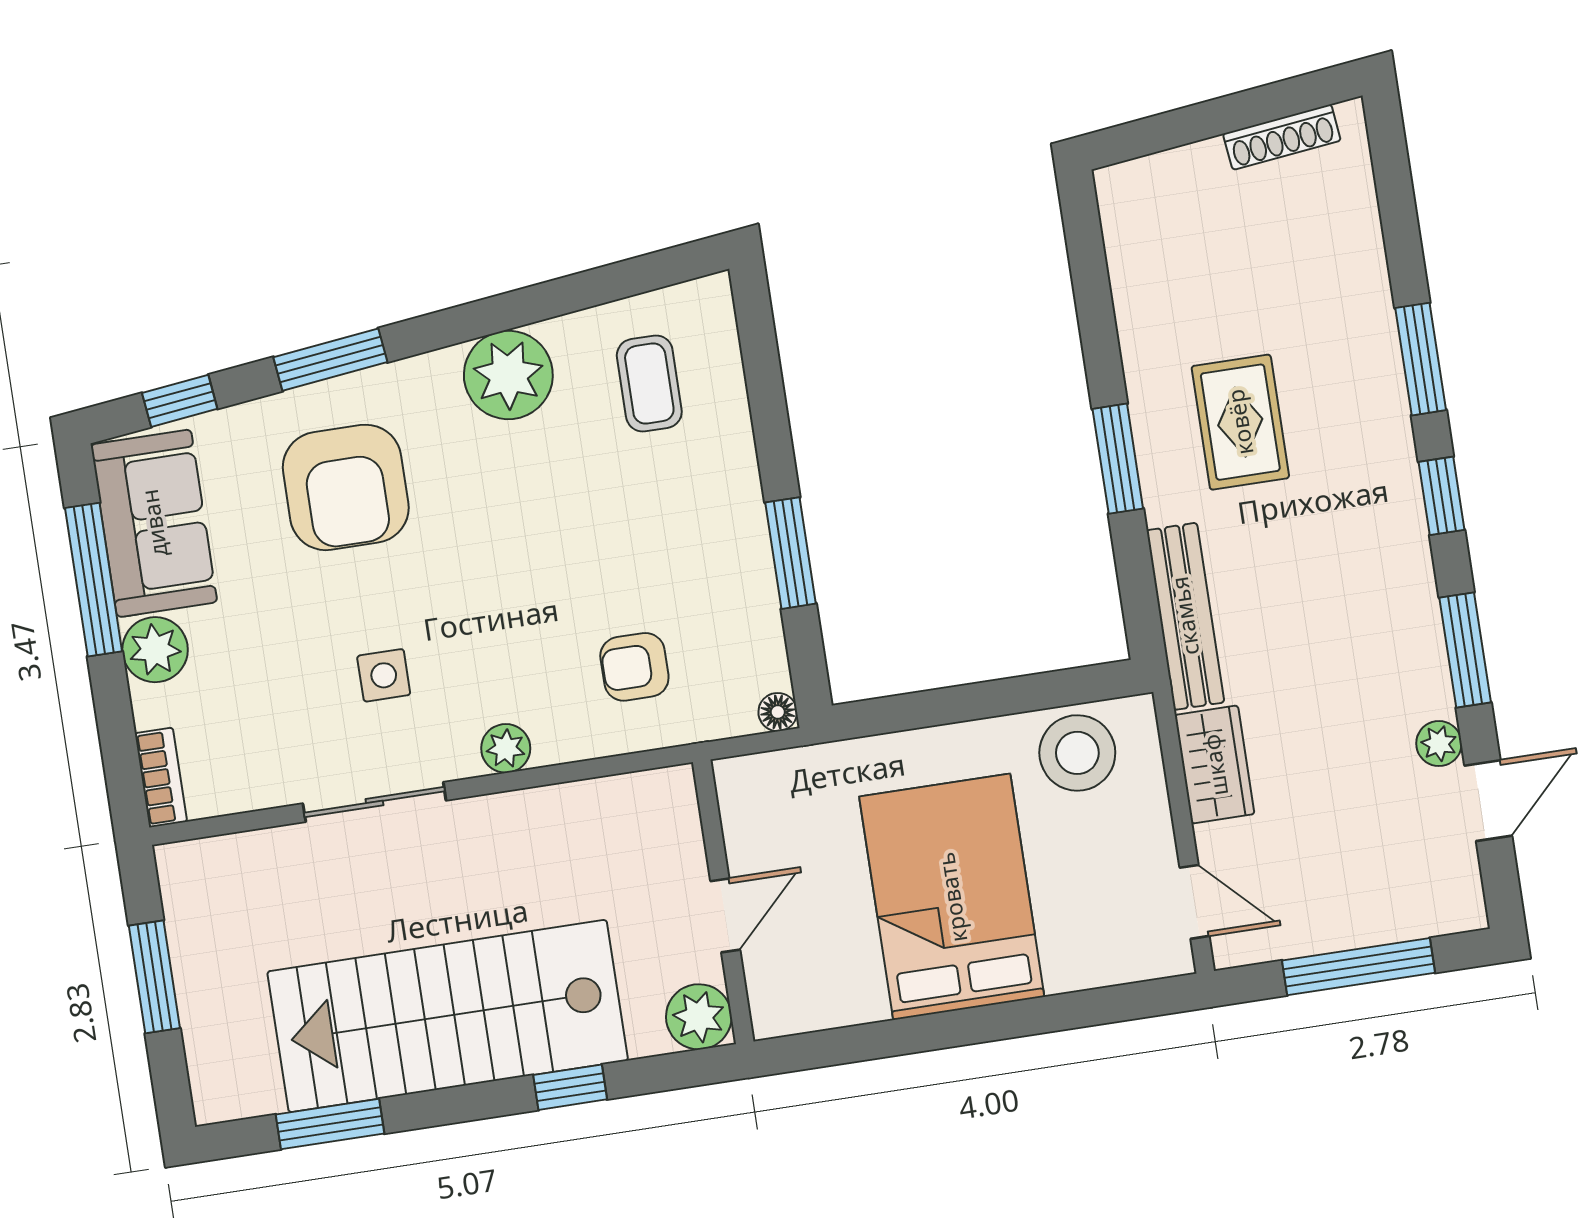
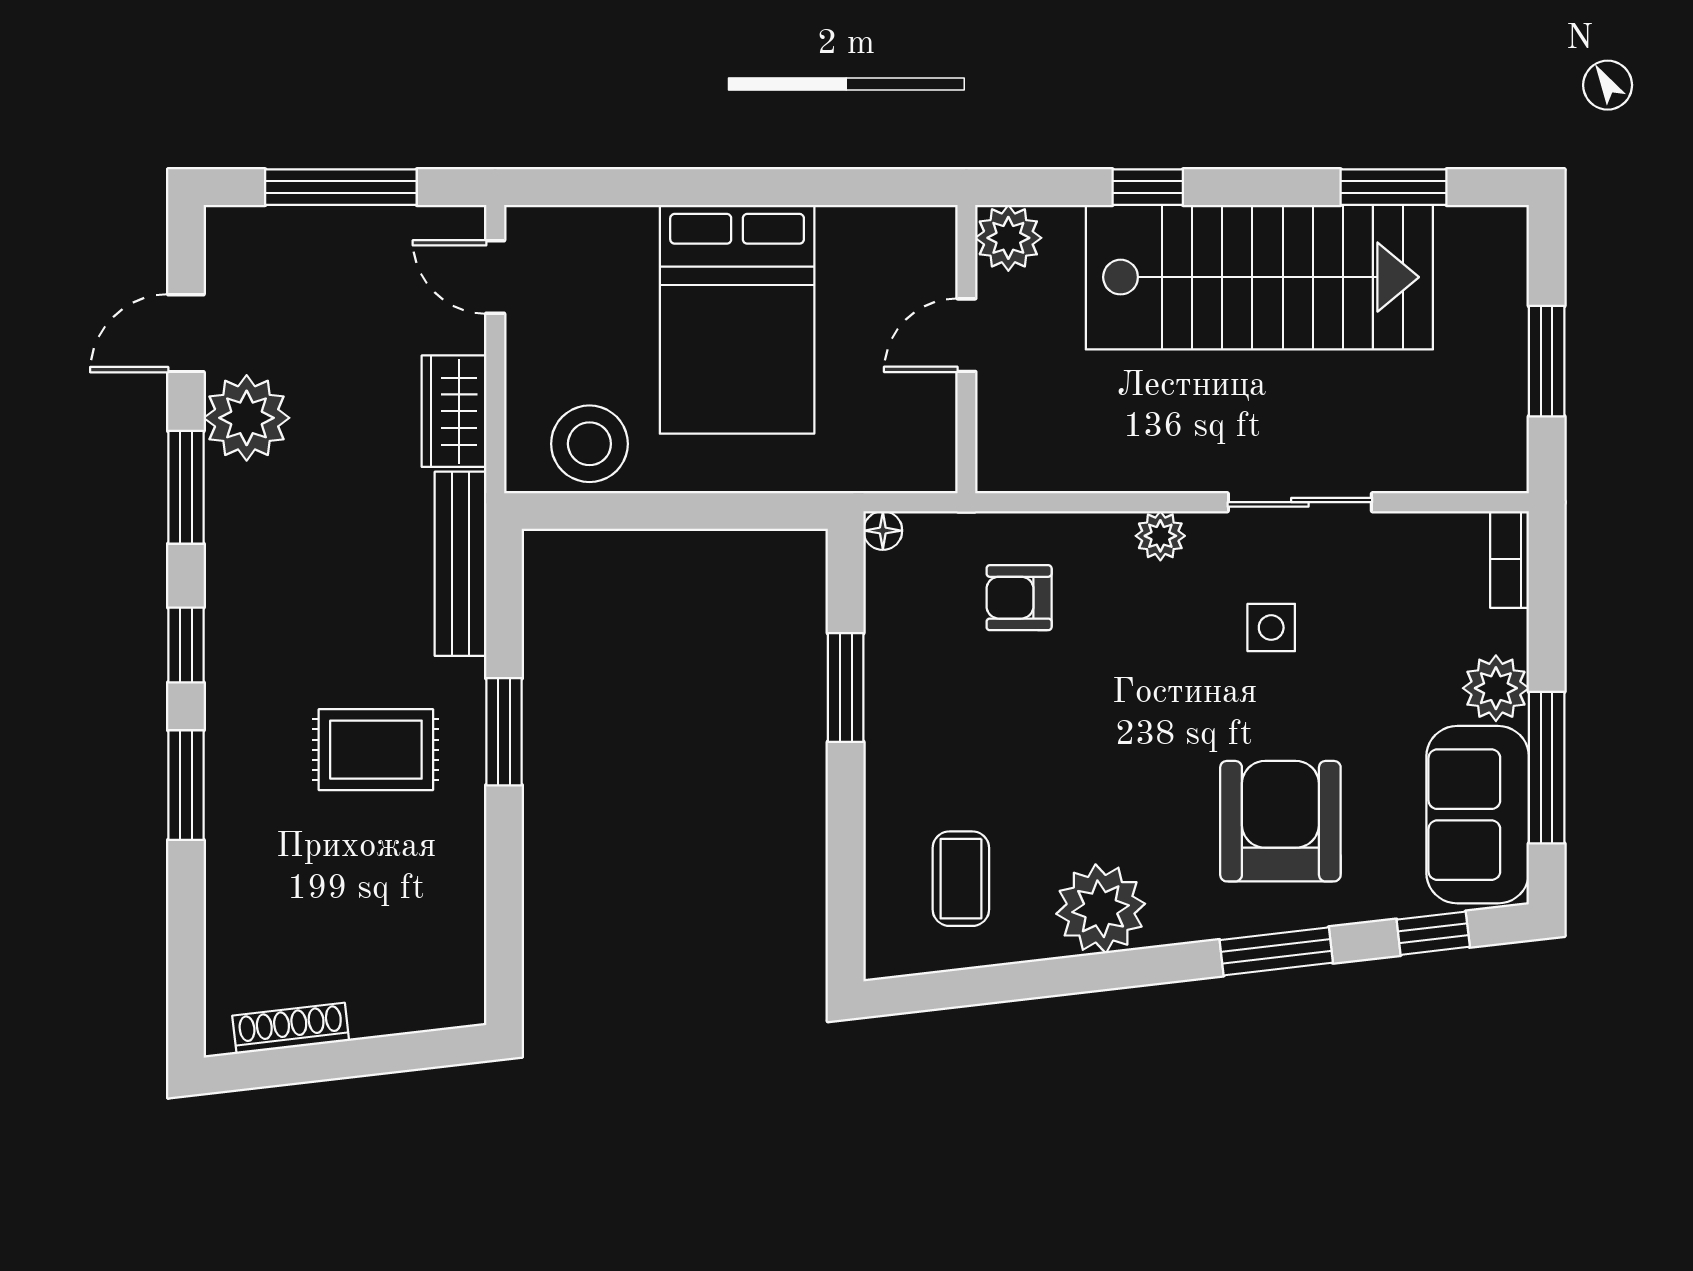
rug: (1240, 422) -> (376, 750), turned 90
armchair: (634, 667) -> (1019, 598), turned 180
plant: (1439, 744) -> (247, 418), width x1.87, depth x1.87

